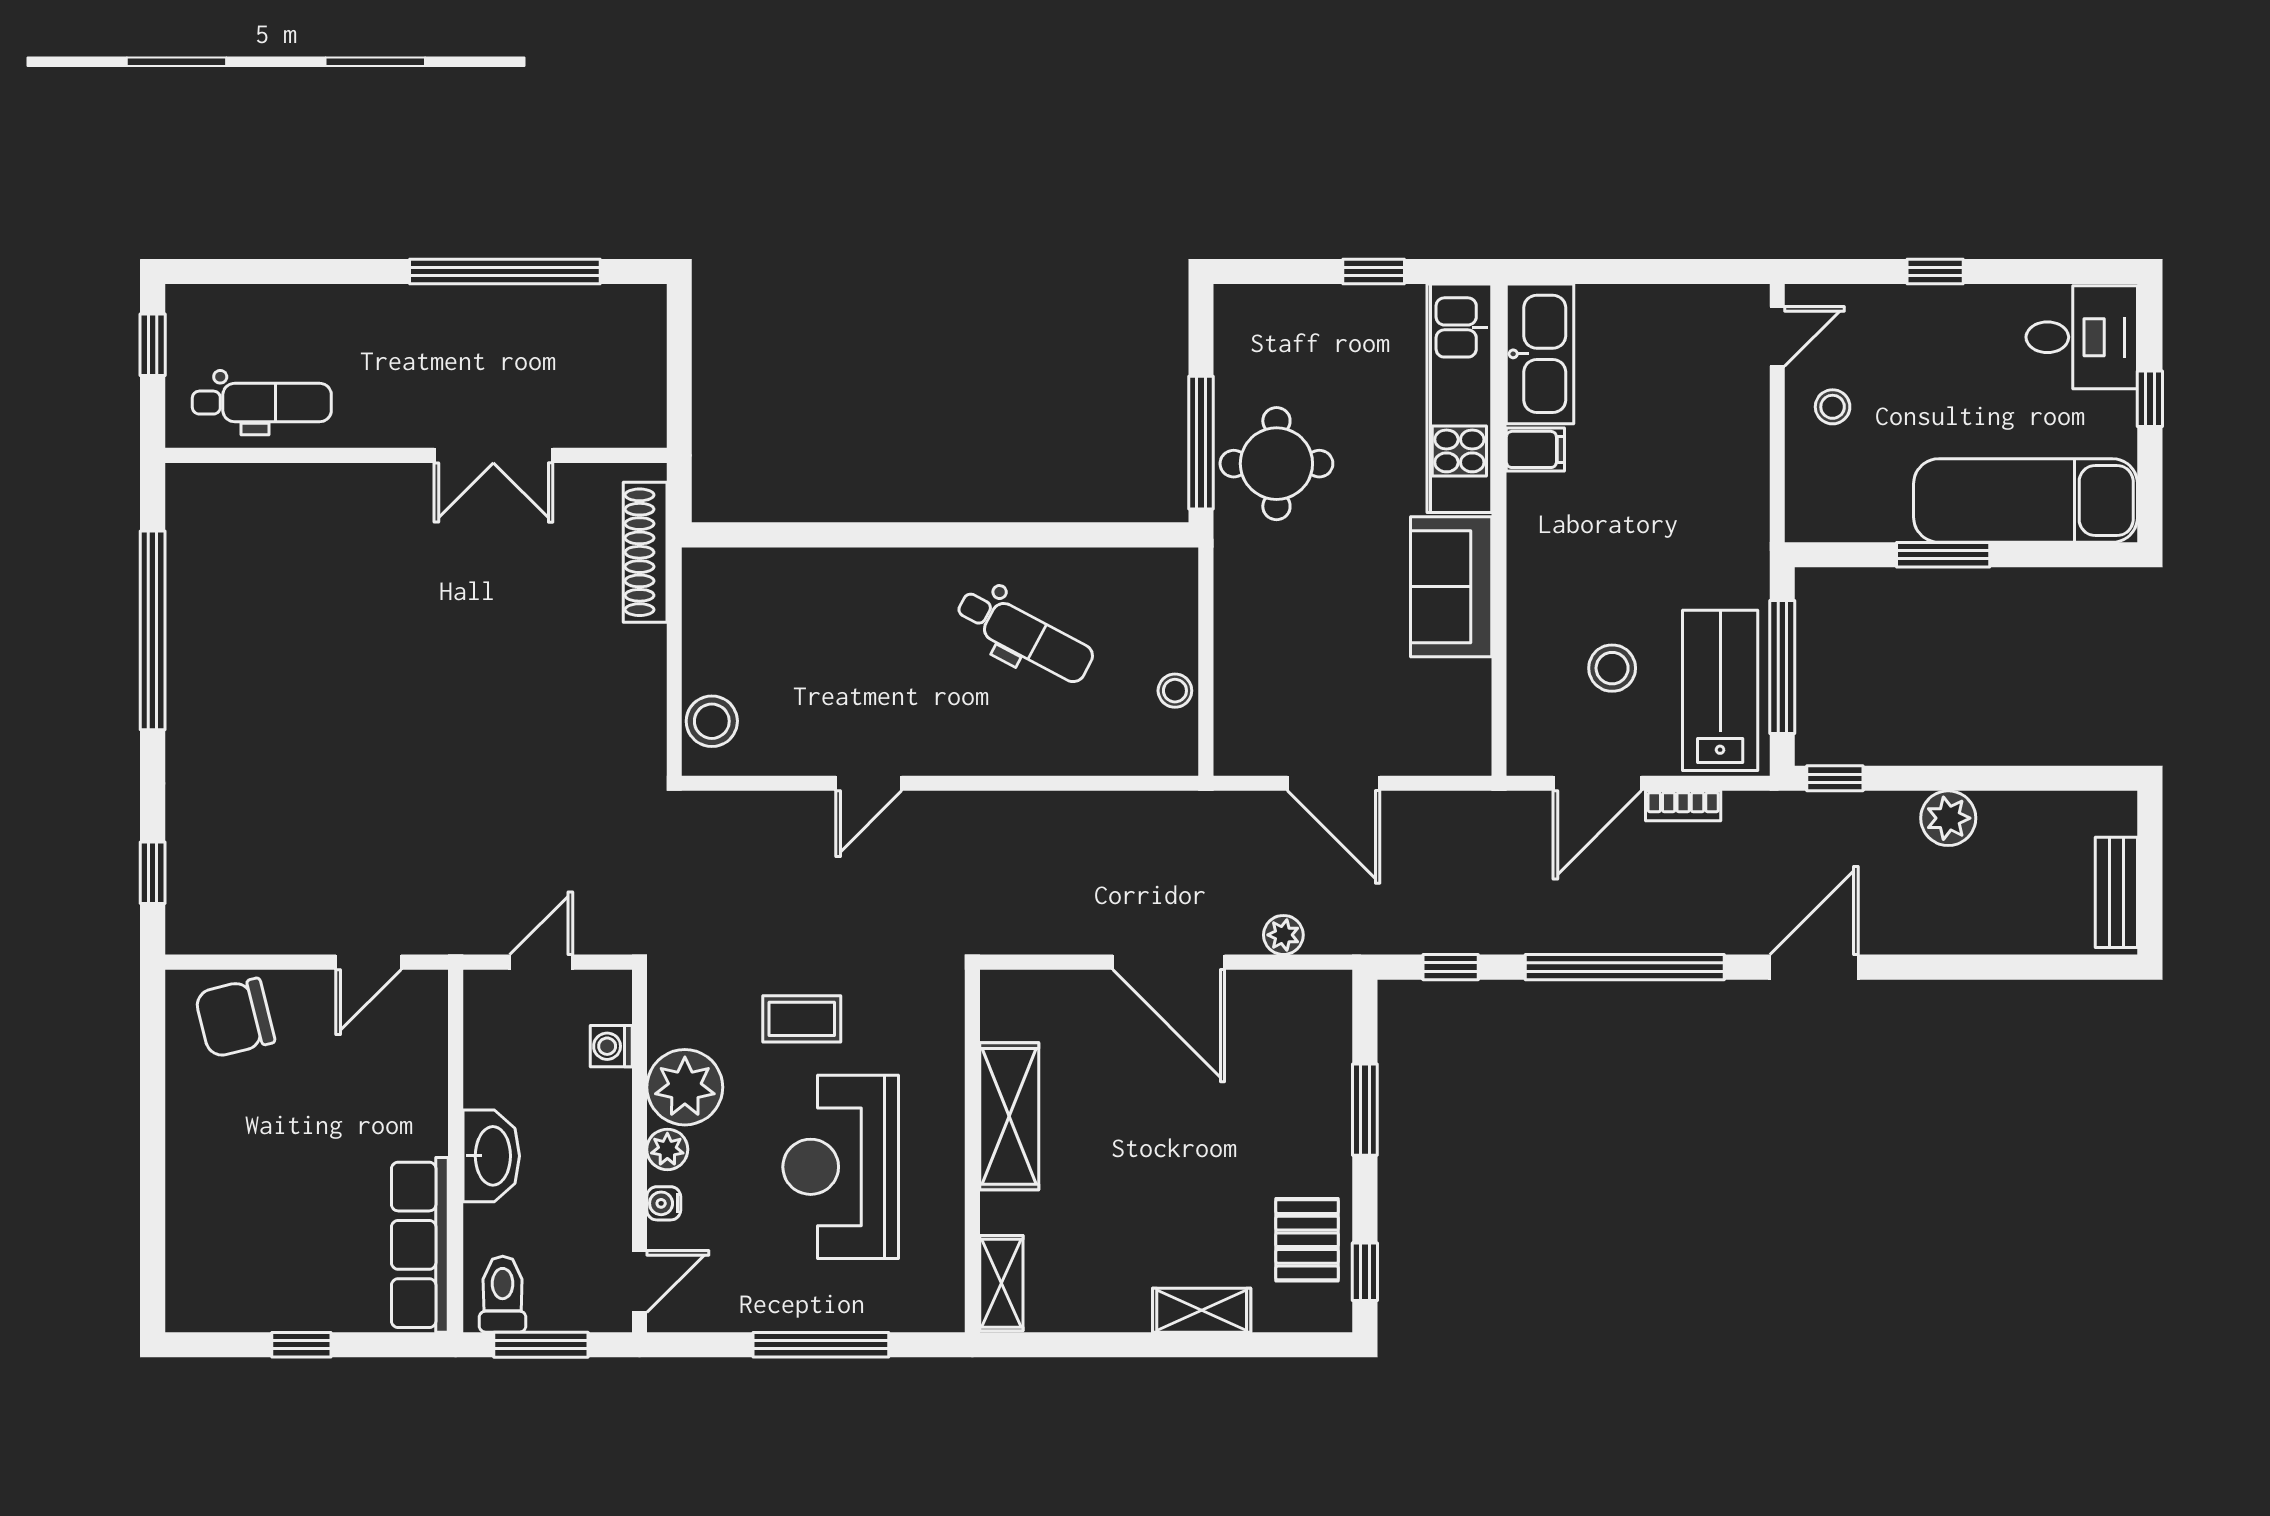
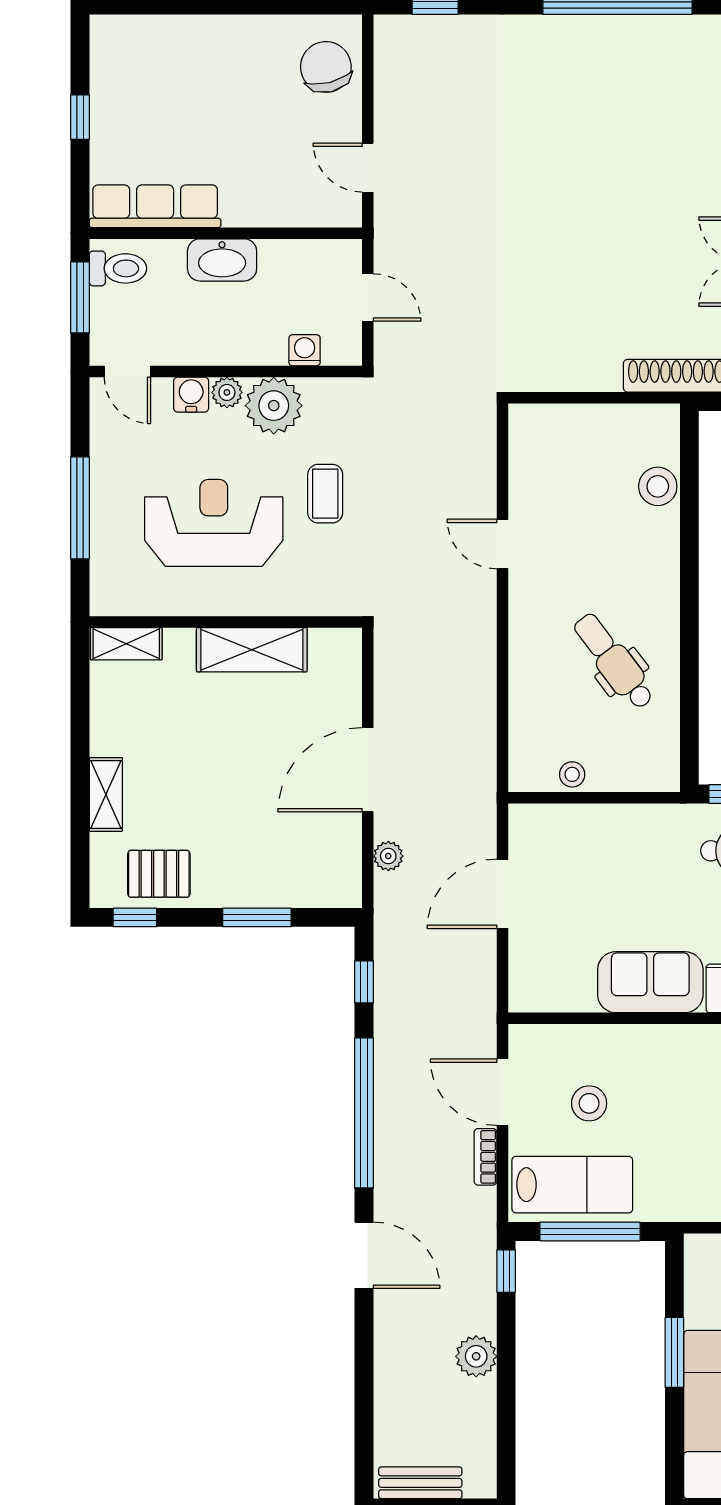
dental chair: (1025, 635) -> (614, 661), turned 115
stool: (712, 721) -> (658, 486), moved
water cooler: (664, 1203) -> (191, 395), width x1.38, depth x1.38

